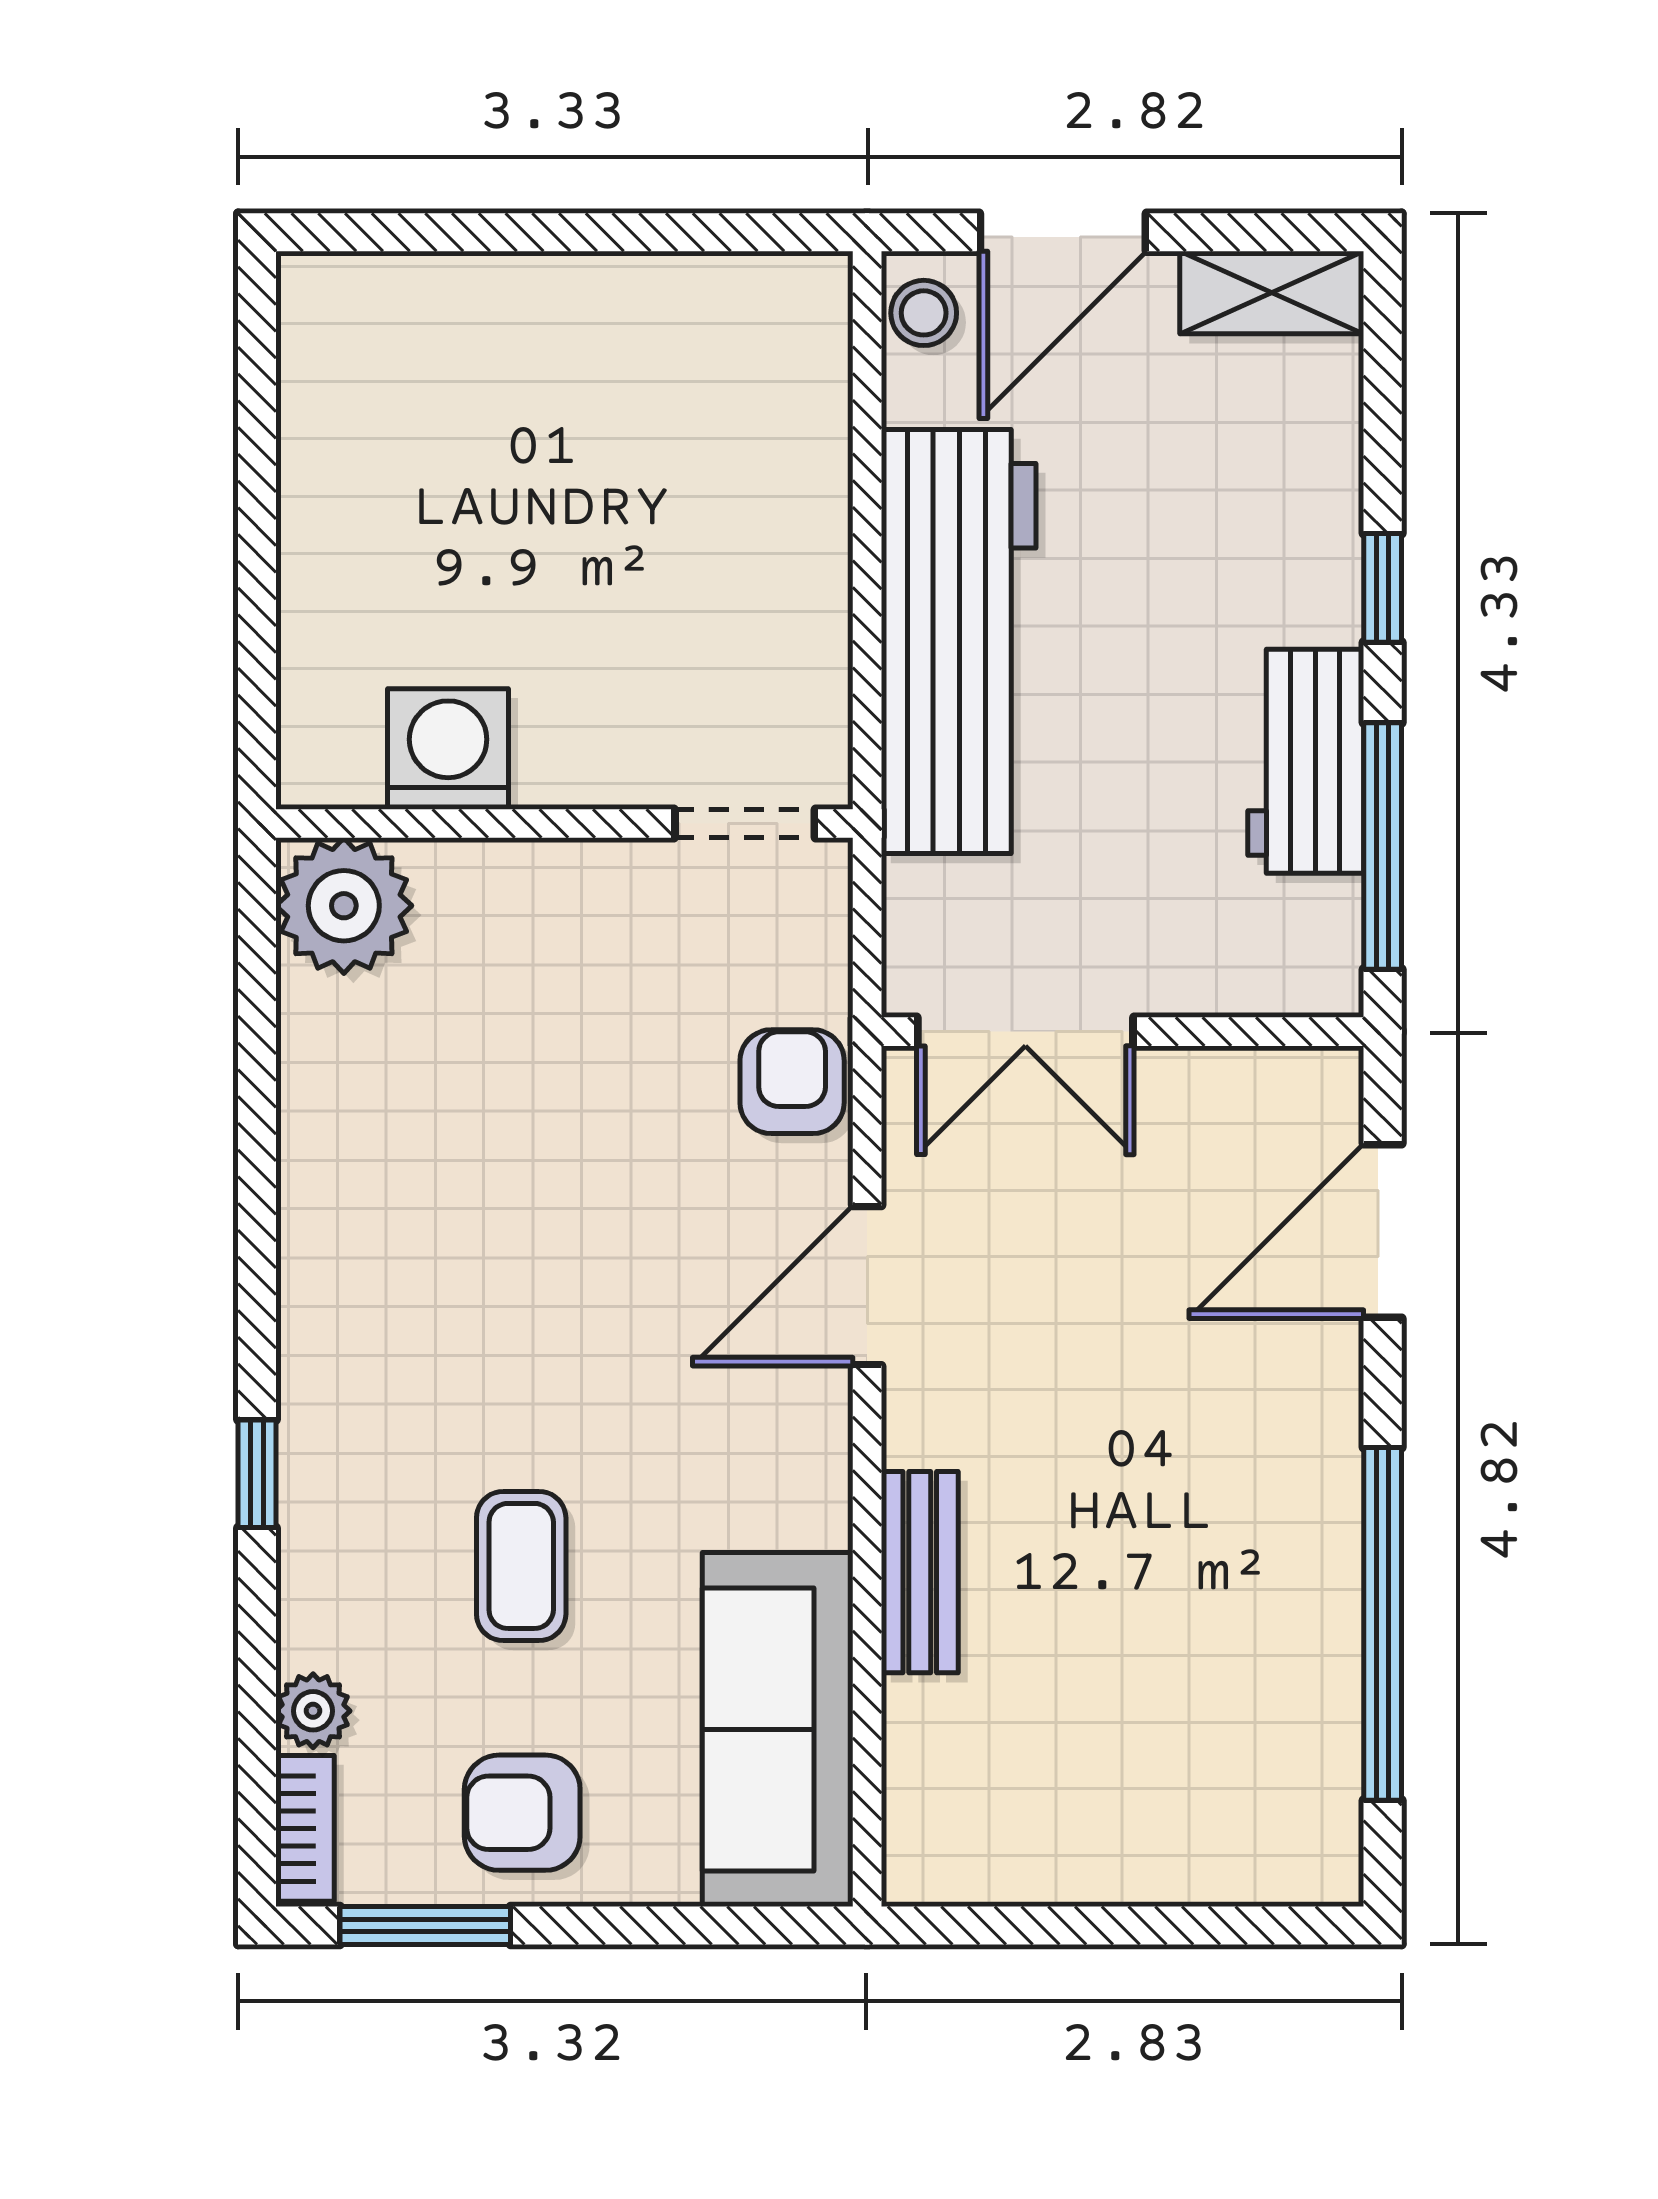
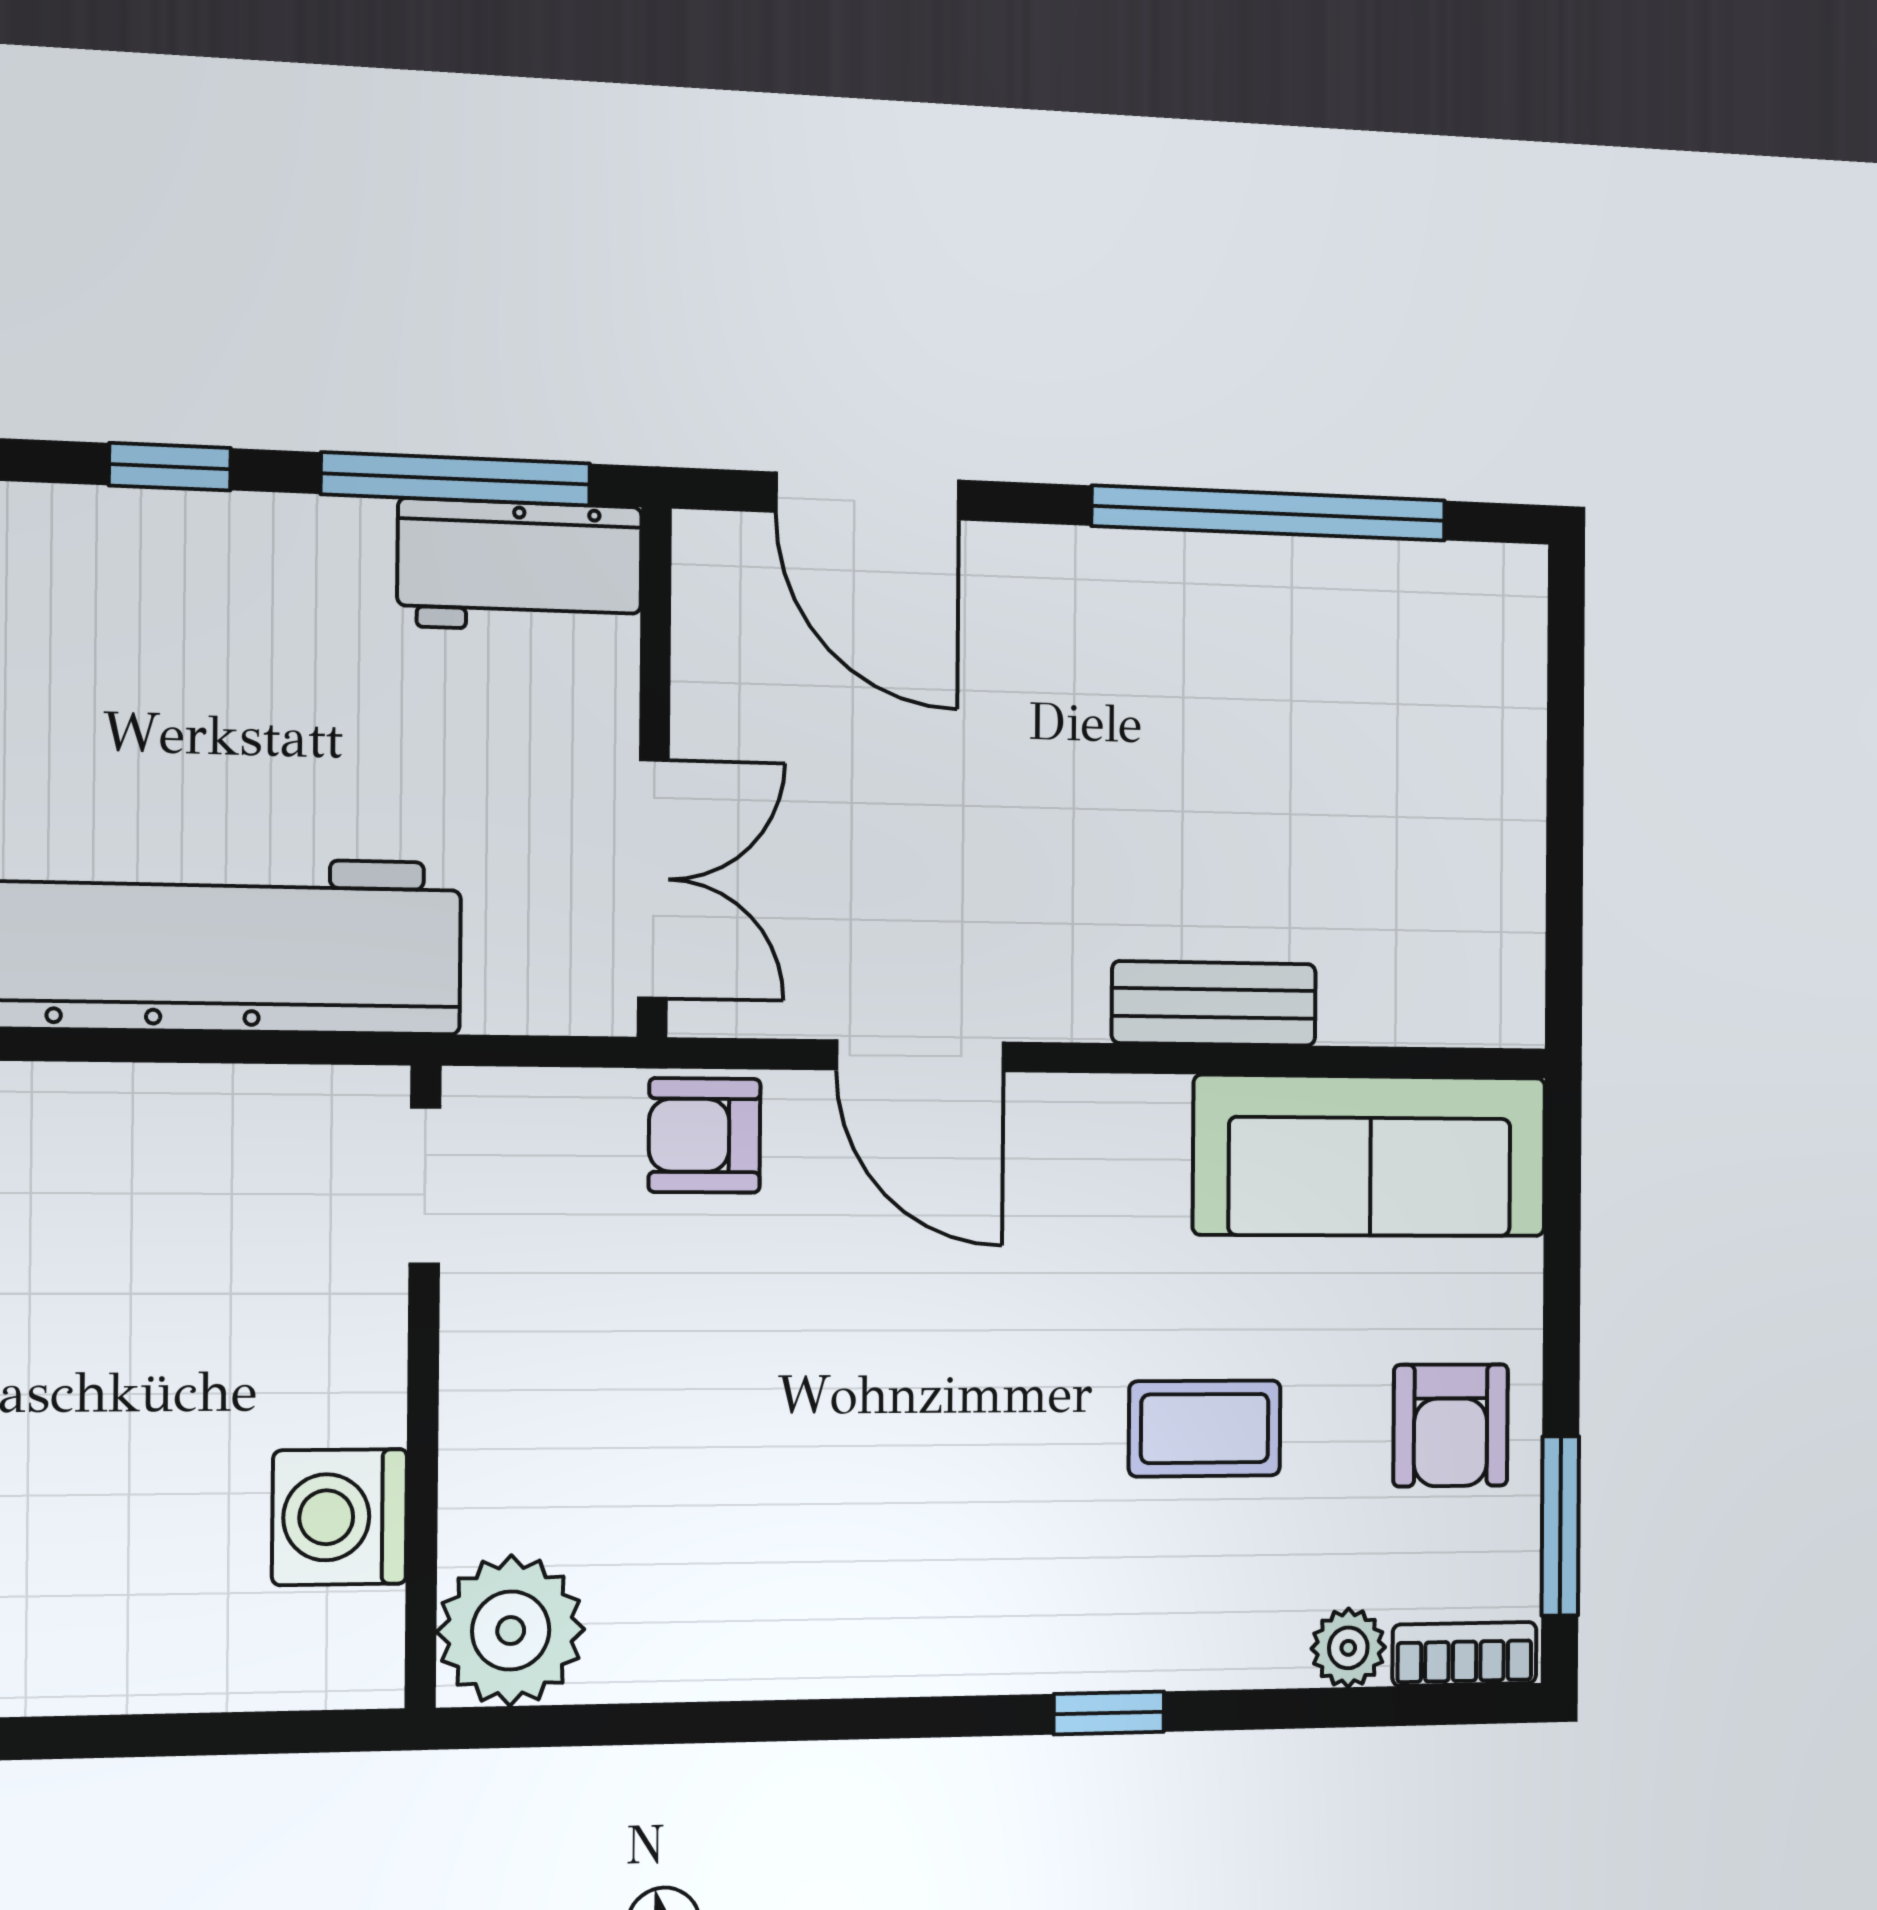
workbench: (1306, 761) -> (520, 566), moved

